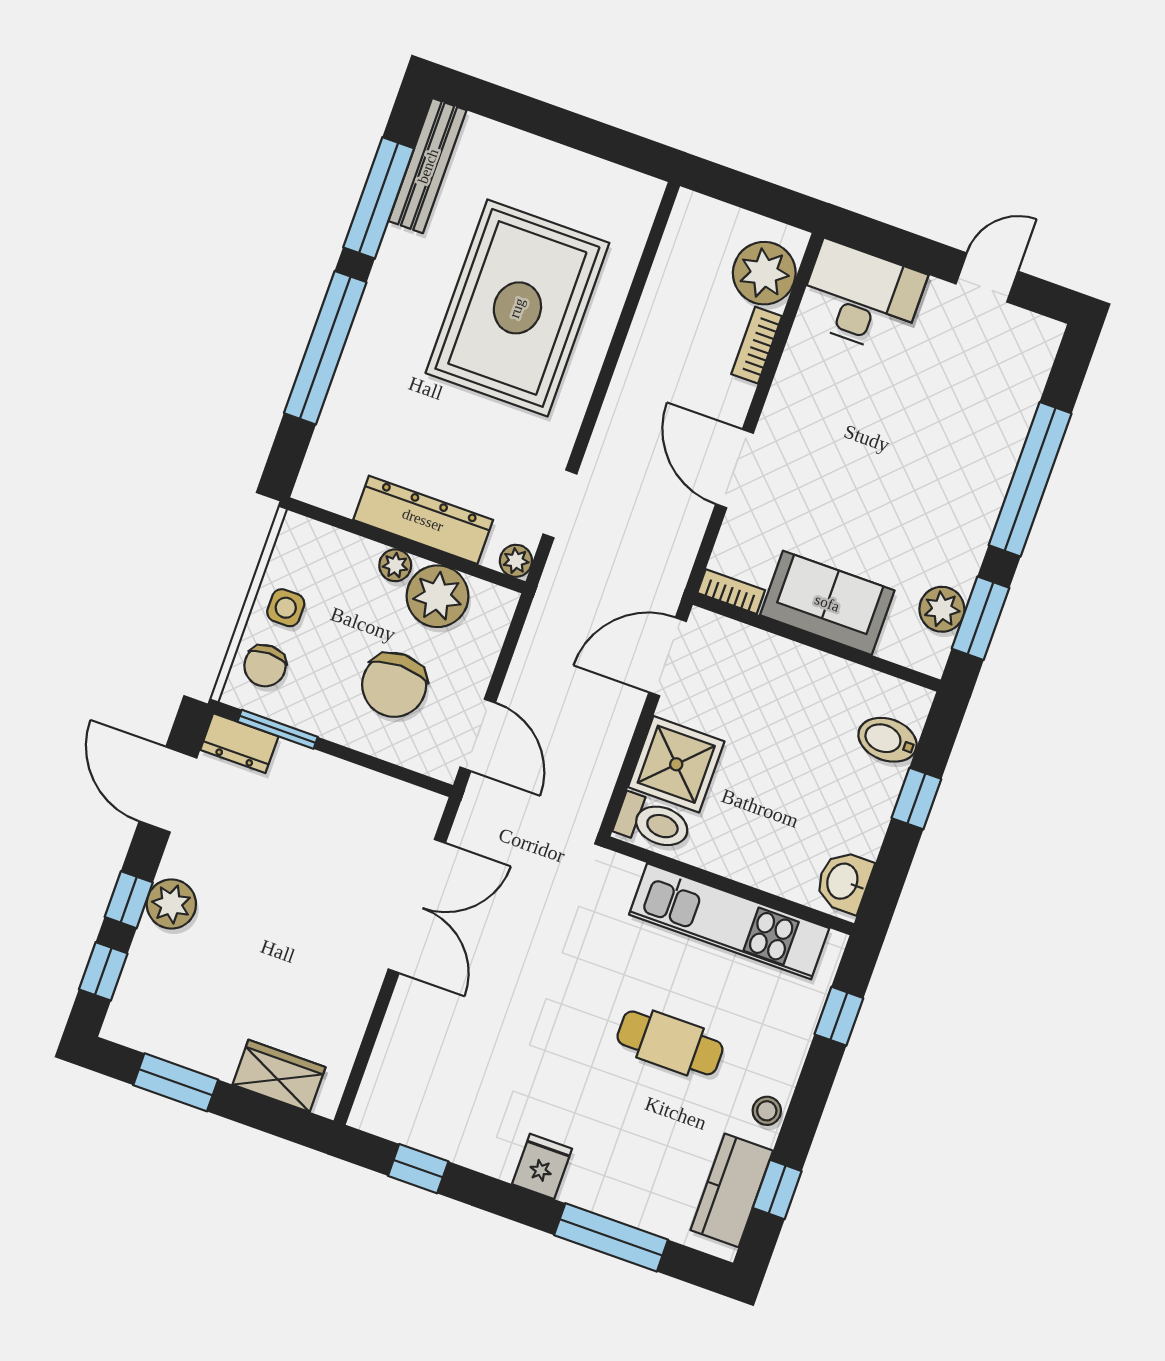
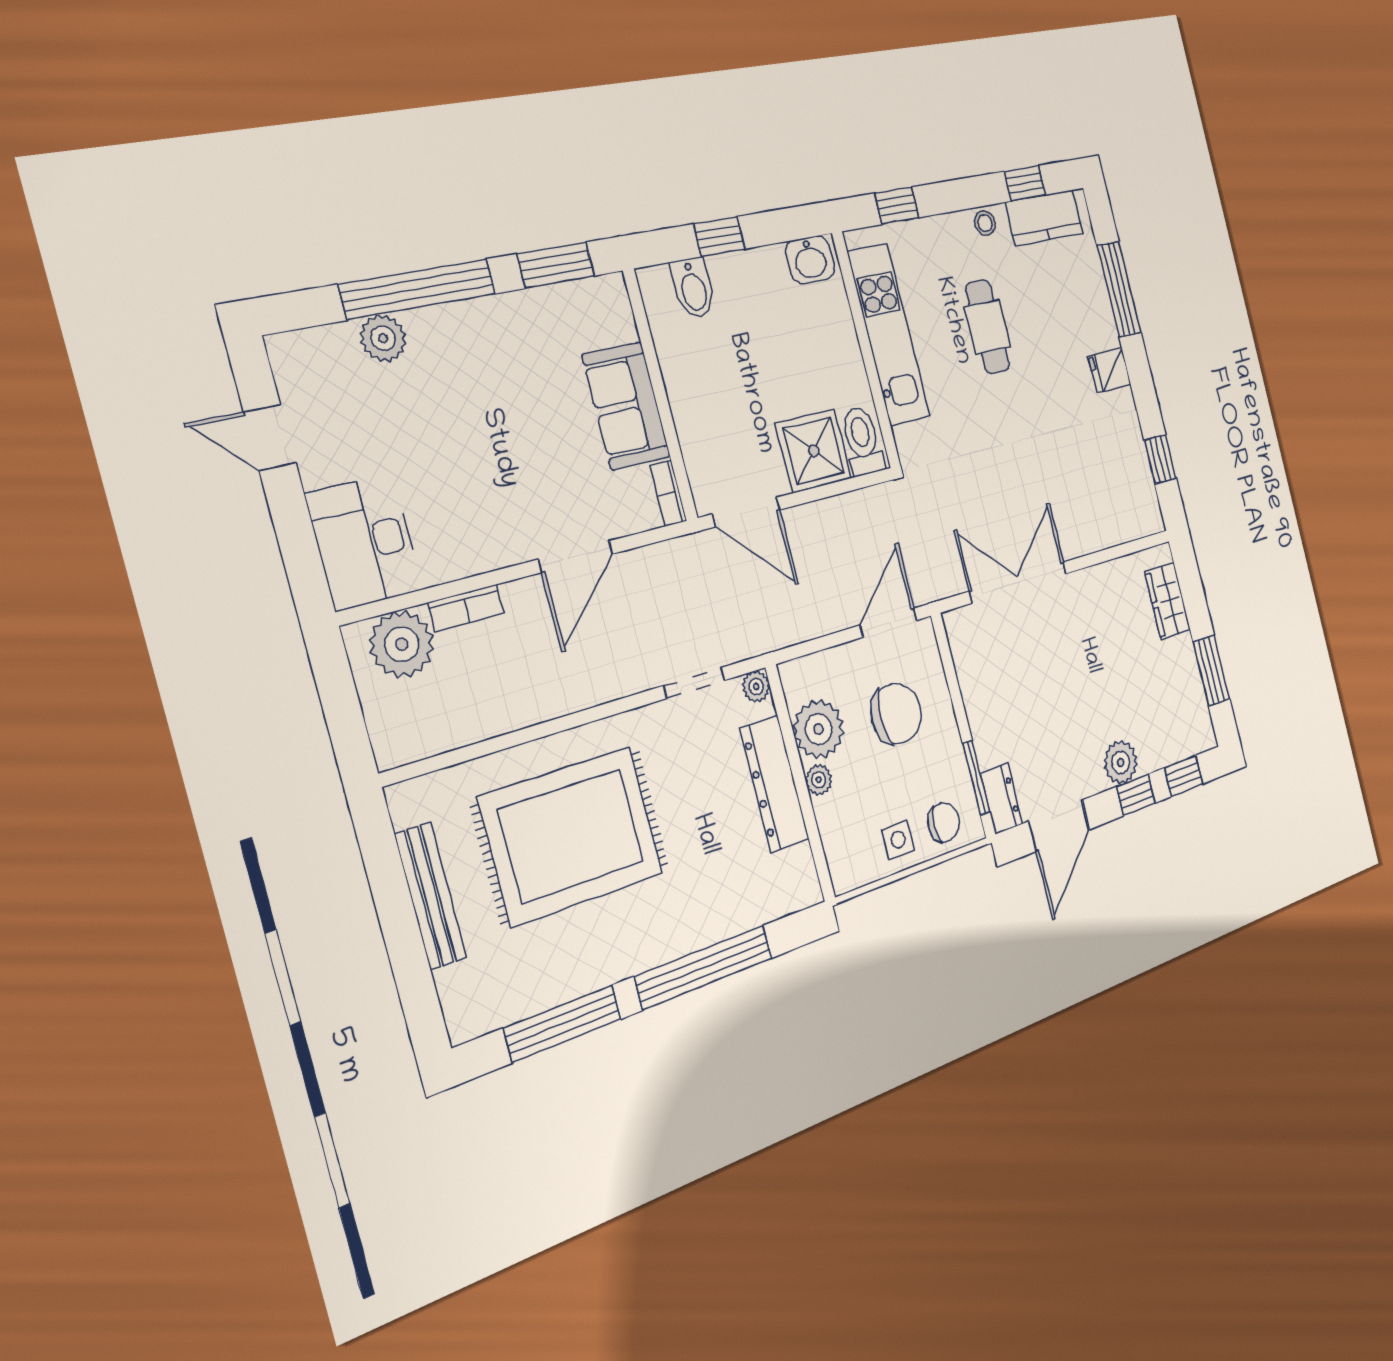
bench: (428, 166) -> (430, 896), moved, turned 90
plant: (942, 609) -> (383, 338), moved

